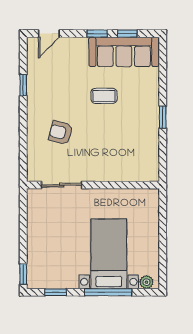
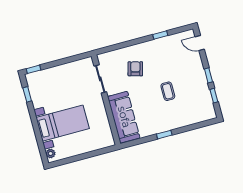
sofa: (124, 52) -> (124, 117), moved, turned 180
window: (108, 292) -> (37, 130), removed

